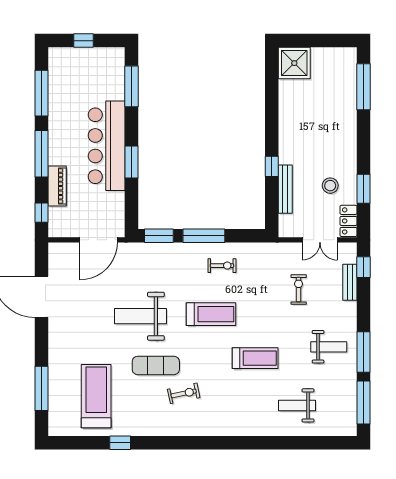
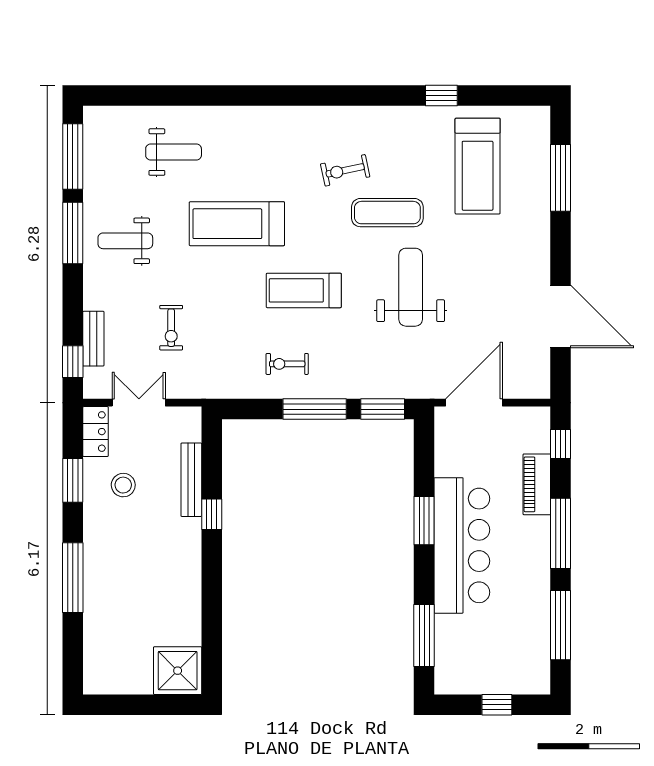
window: (364, 87) -> (73, 578), moved
weight bench: (140, 316) -> (411, 287), turned -90
treadmill: (255, 358) -> (237, 224), width x1.37, depth x1.38

